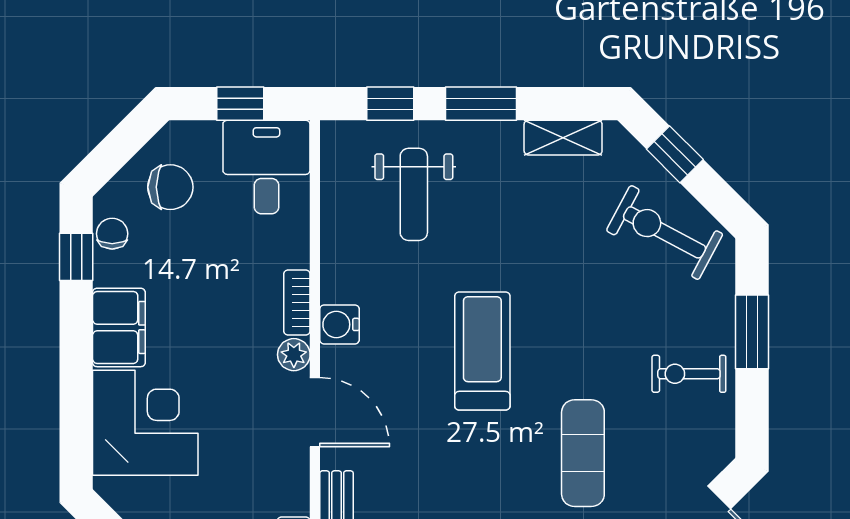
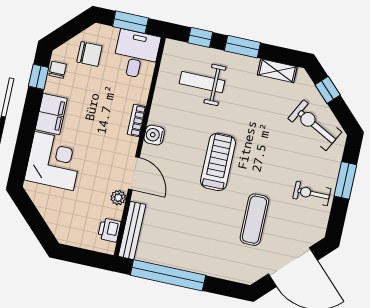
window: (240, 104) -> (130, 22), width x1.50
weight bench: (414, 194) -> (202, 82), turned 90
plant: (294, 355) -> (118, 198), moved

